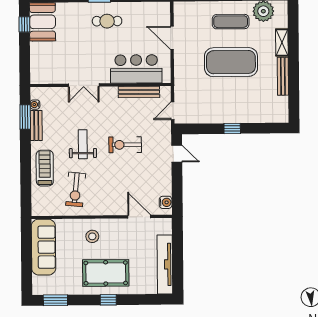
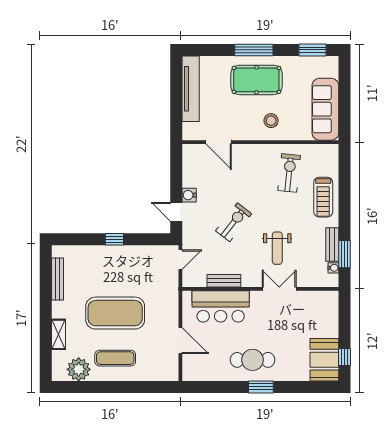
cafe table: (107, 21) -> (253, 360), width x1.37, depth x1.35
bench: (283, 76) -> (58, 279), moved
bench: (139, 92) -> (224, 281), width x0.73
weight bench: (83, 144) -> (277, 248), moved
exercise bike: (125, 145) -> (234, 222), turned -52
water cooler: (166, 202) -> (189, 195), moved
window: (108, 300) -> (254, 50), width x2.17

